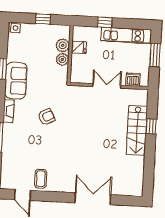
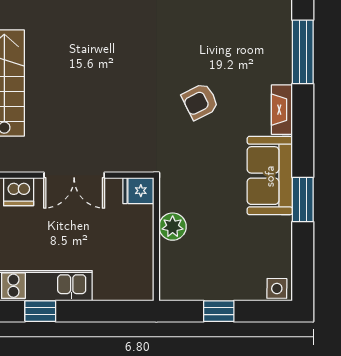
window: (105, 22) -> (40, 311), moved
plant: (63, 45) -> (173, 257), removed
fridge: (79, 47) -> (138, 191), moved

